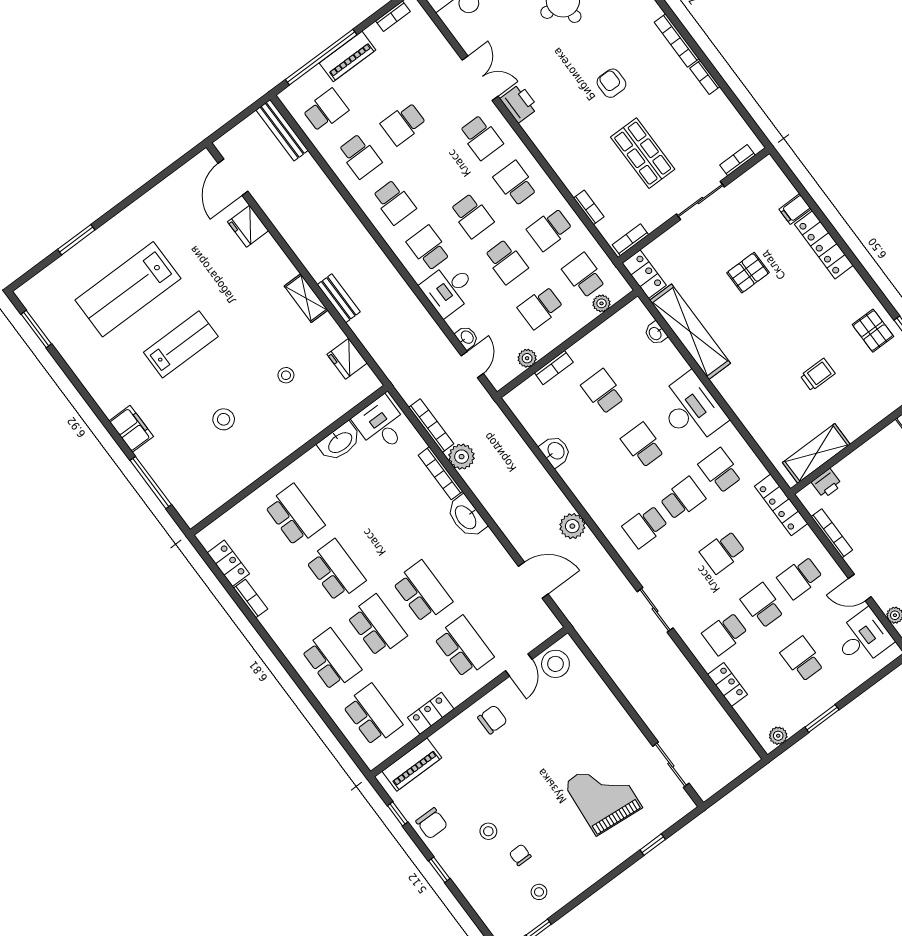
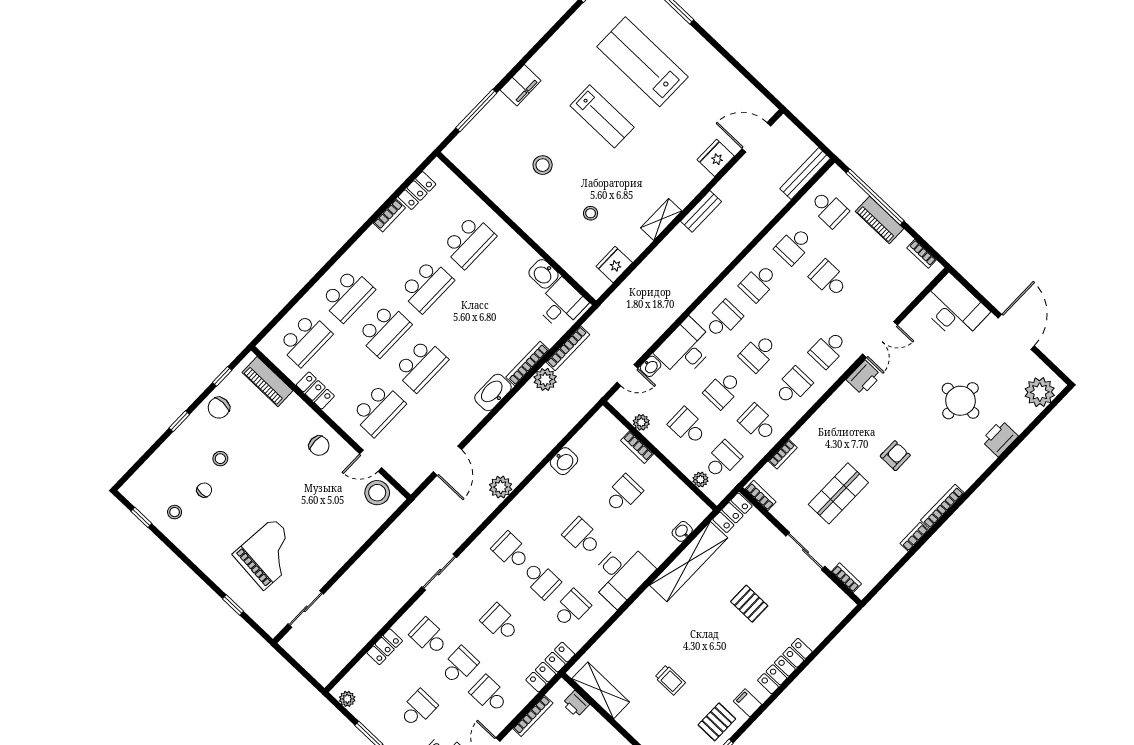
filing cabinet: (795, 209) -> (748, 703), moved
desk: (449, 289) -> (685, 348), width x1.37
bench: (339, 298) -> (701, 211), moved
washbasin: (340, 442) -> (544, 274), width x0.72
school desk: (643, 445) -> (582, 537), turned -90

